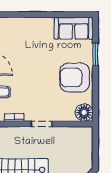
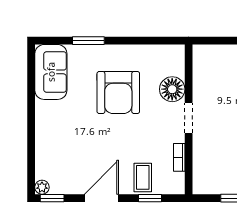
armchair: (75, 78) -> (118, 92), moved
floor lamp: (84, 113) -> (172, 89), moved

